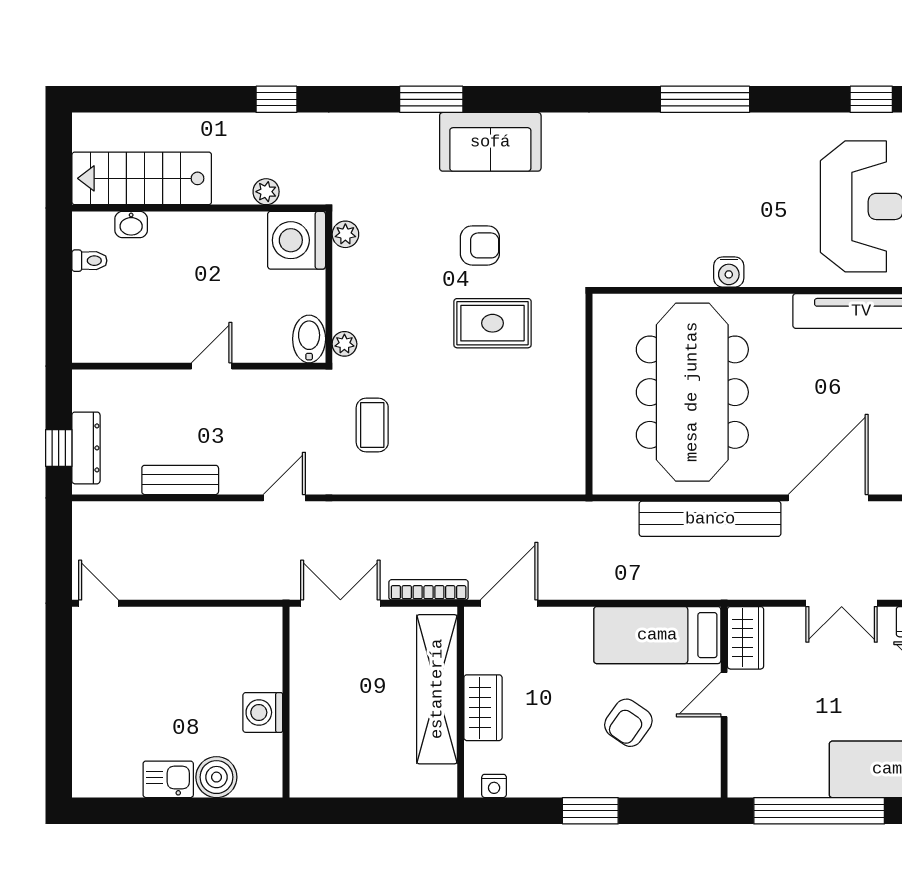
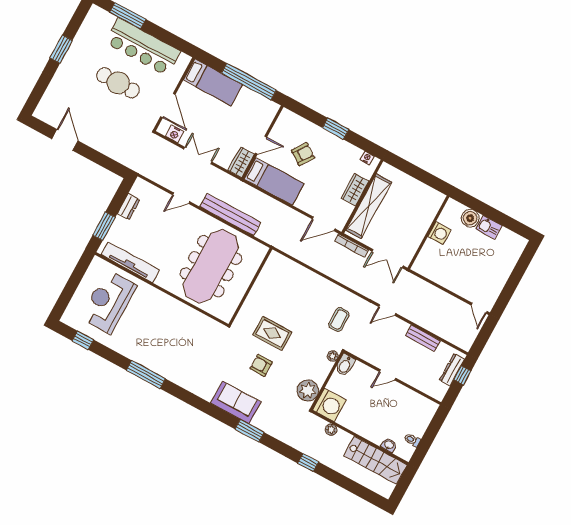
plant: (345, 234) -> (308, 390), width x1.87, depth x1.87
water cooler: (729, 272) -> (172, 304), removed
door: (828, 498) -> (181, 198), width x0.53

